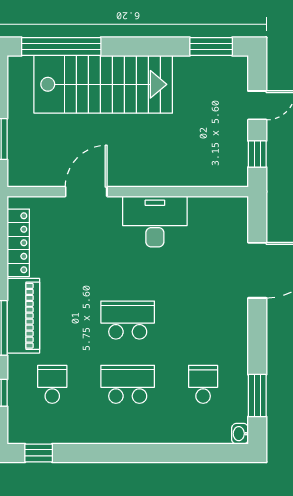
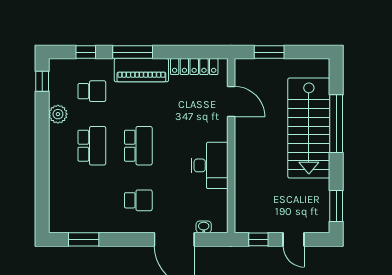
window: (61, 46) -> (336, 124), moved
door: (86, 192) -> (231, 101), moved
school desk: (203, 384) -> (138, 200), moved
plant: (84, 431) -> (58, 114), added
washbasin: (240, 434) -> (204, 227), moved

